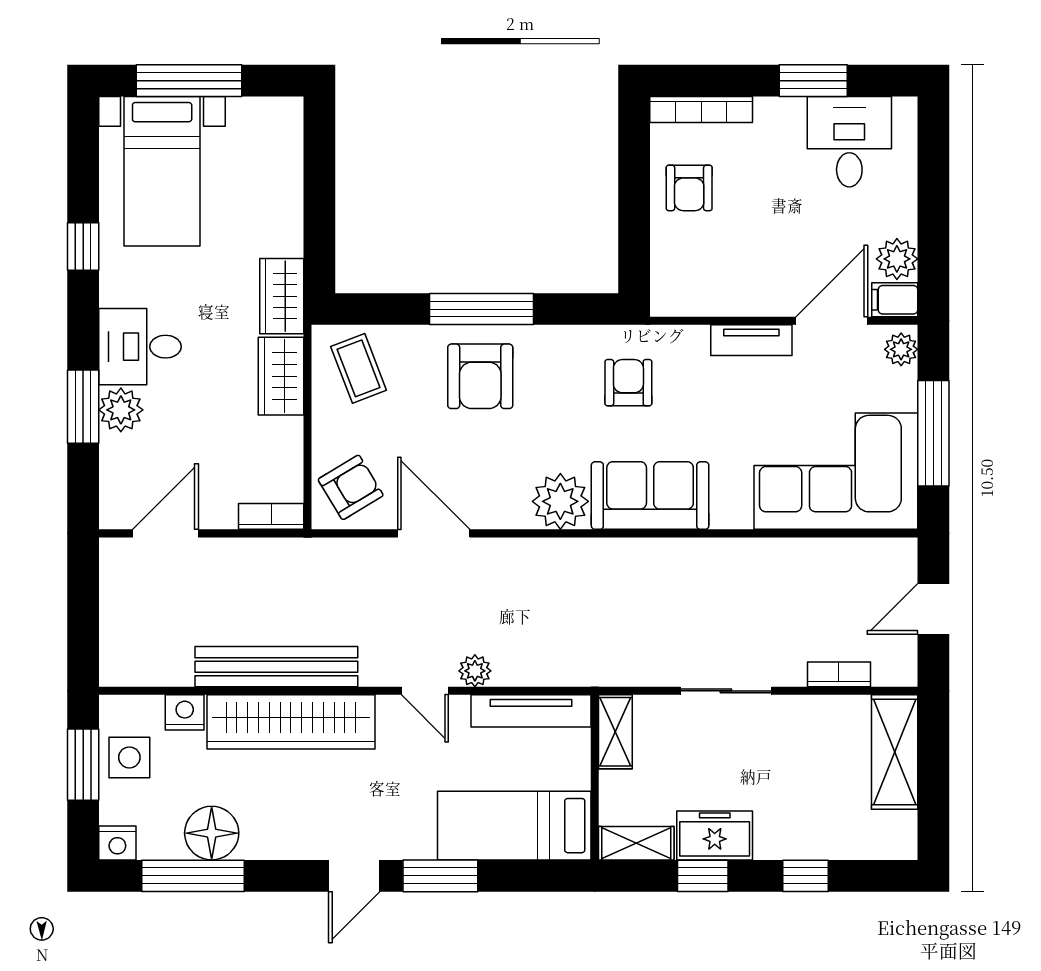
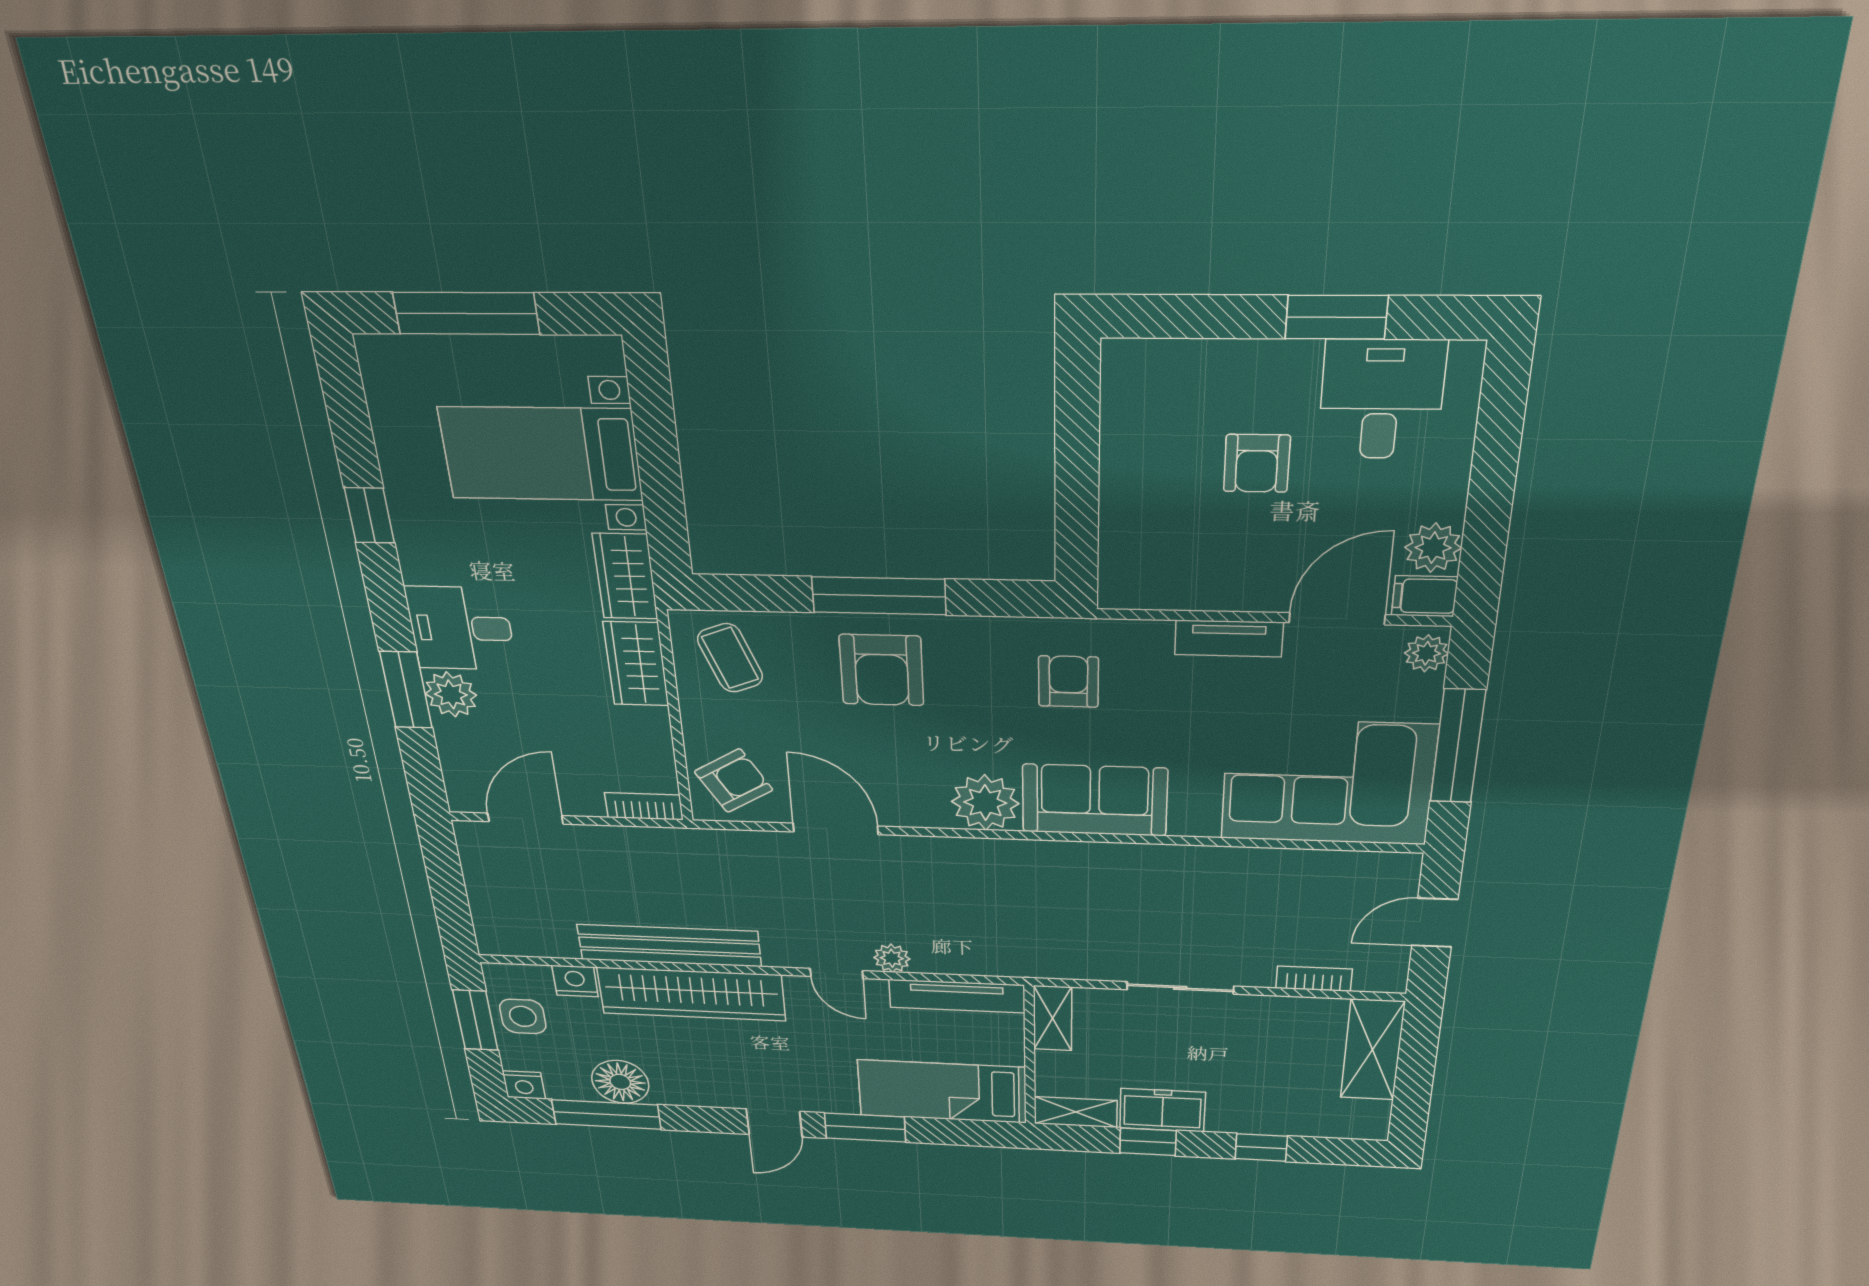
bookcase: (701, 110) -> (1172, 355), removed
bed with nightstands: (162, 171) -> (541, 454), moved, turned 90
armchair: (689, 188) -> (1257, 463), moved

